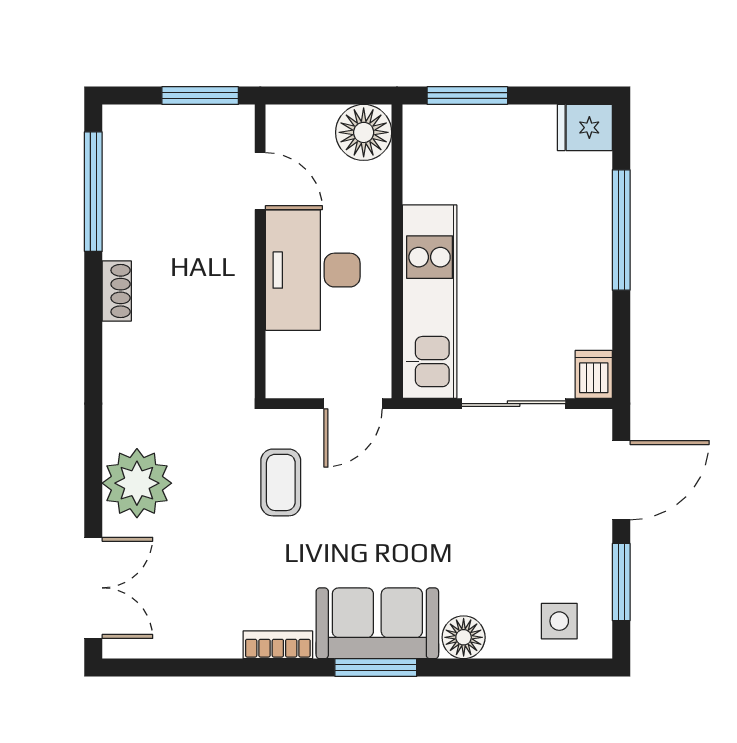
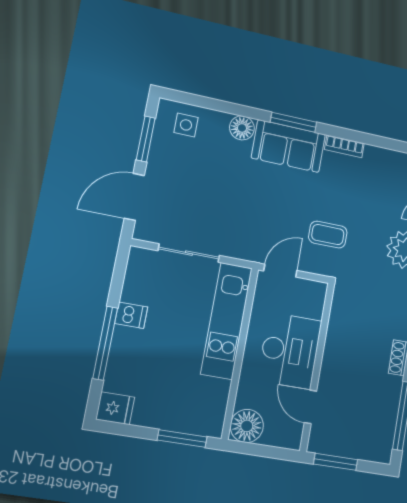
dishwasher: (594, 374) -> (131, 315), moved, turned -90
coffee table: (281, 482) -> (328, 235), turned 90

